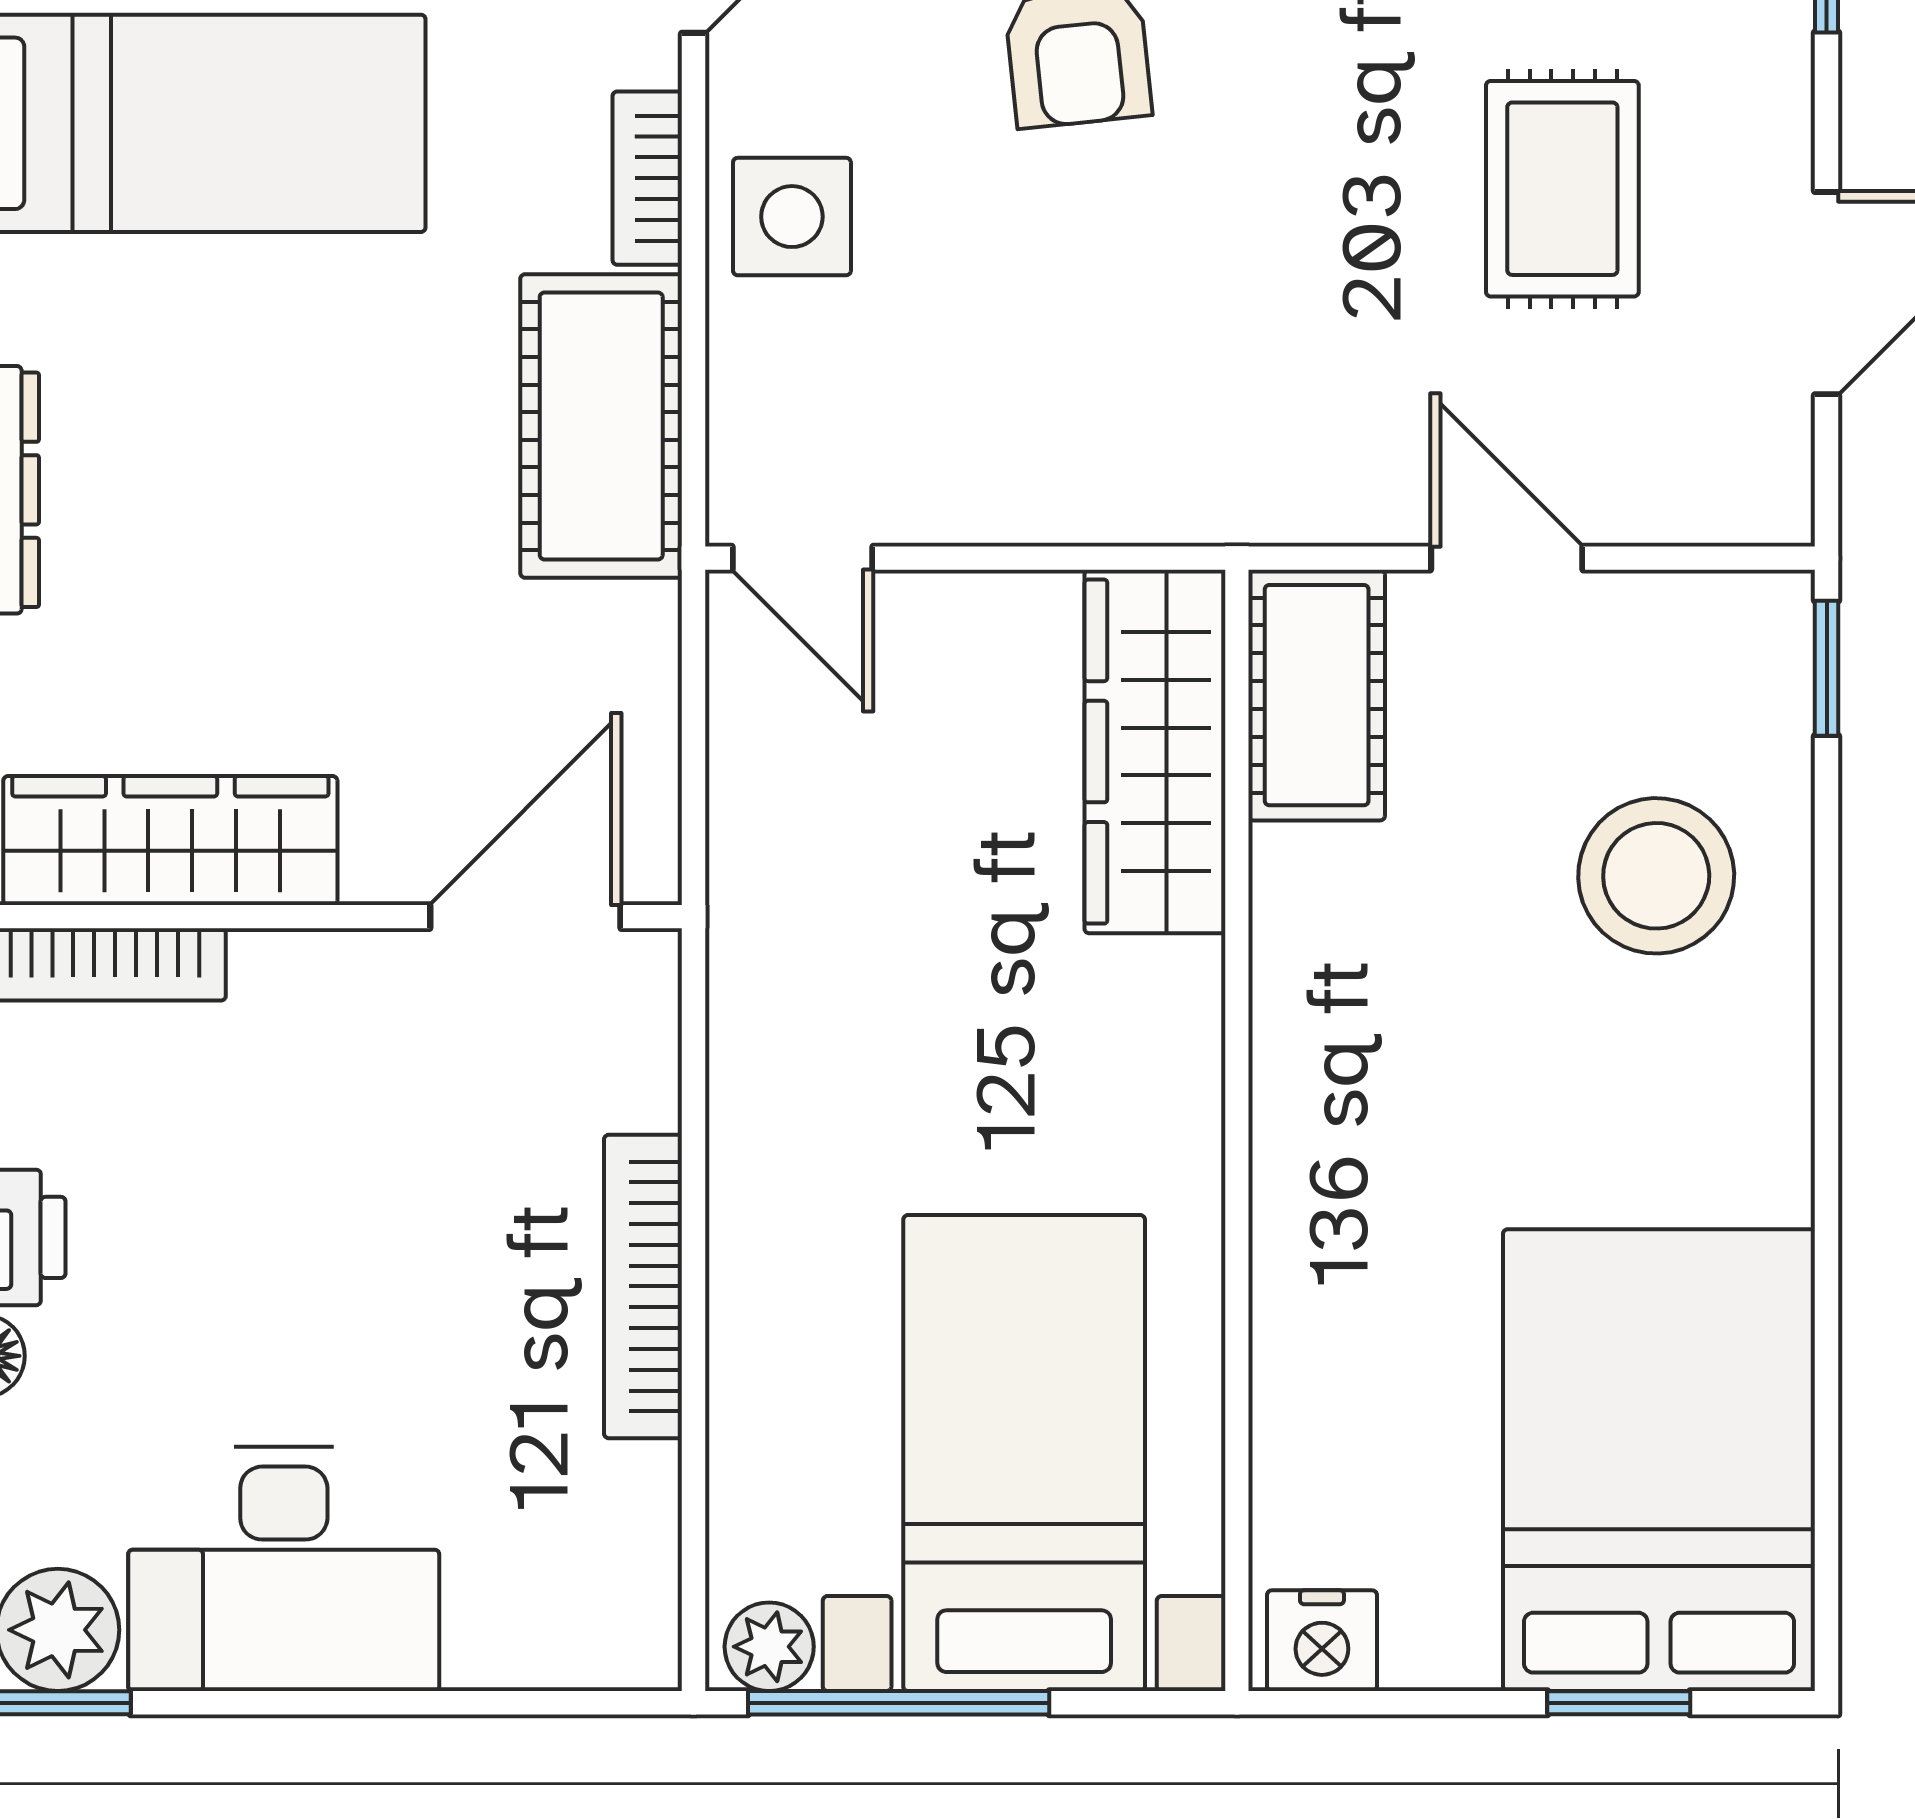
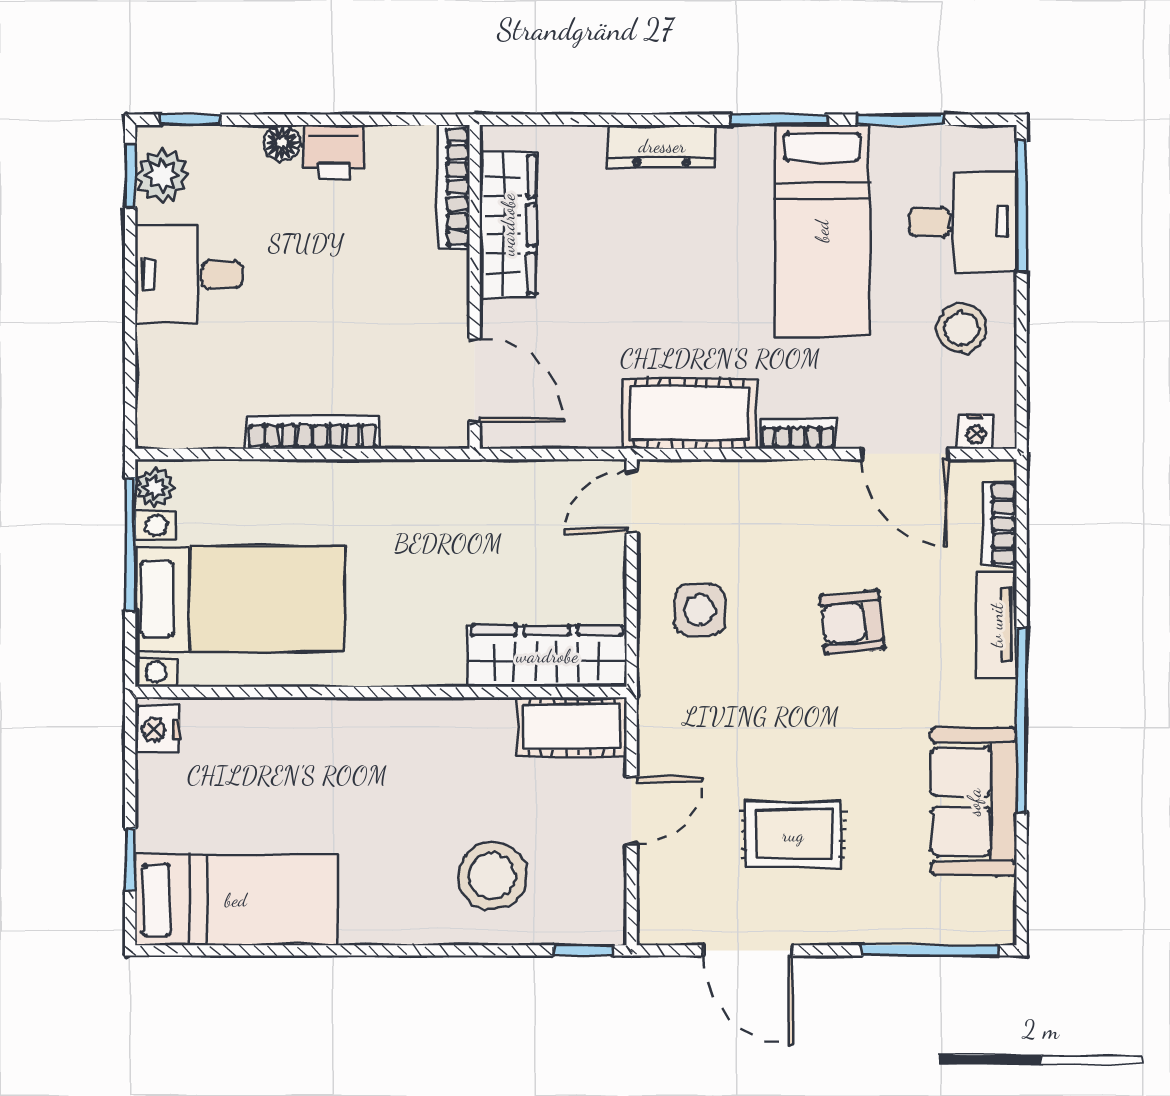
side table: (792, 217) -> (700, 610), moved
bed: (1659, 1460) -> (236, 900), width x0.67
desk: (284, 1569) -> (189, 274), width x0.73

